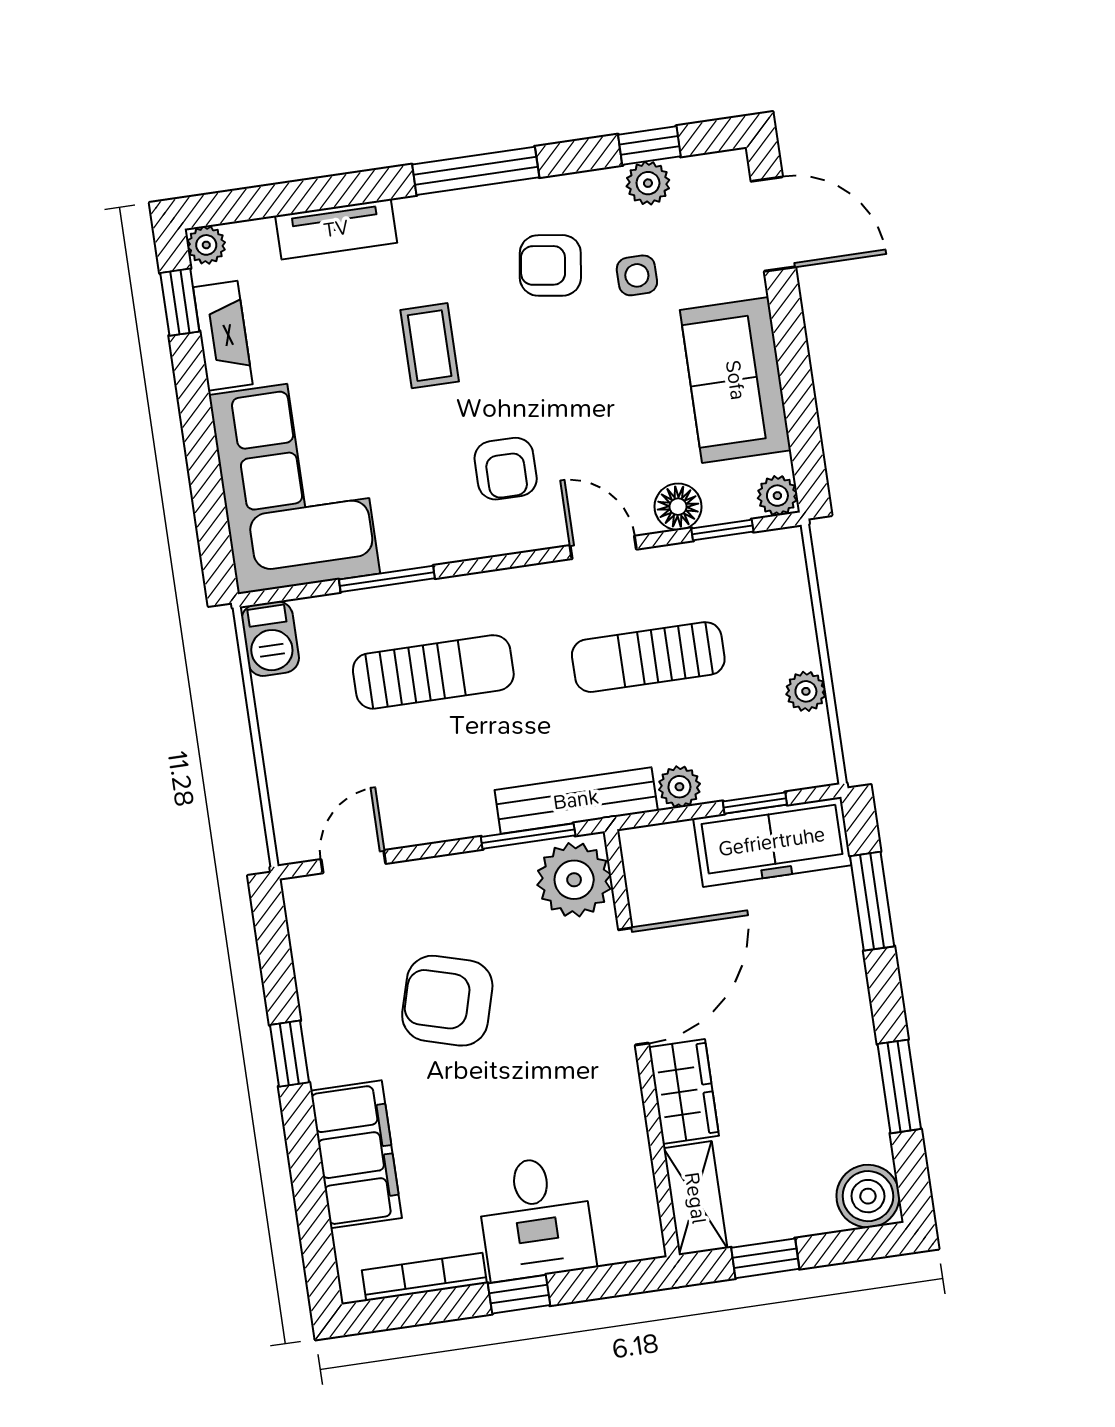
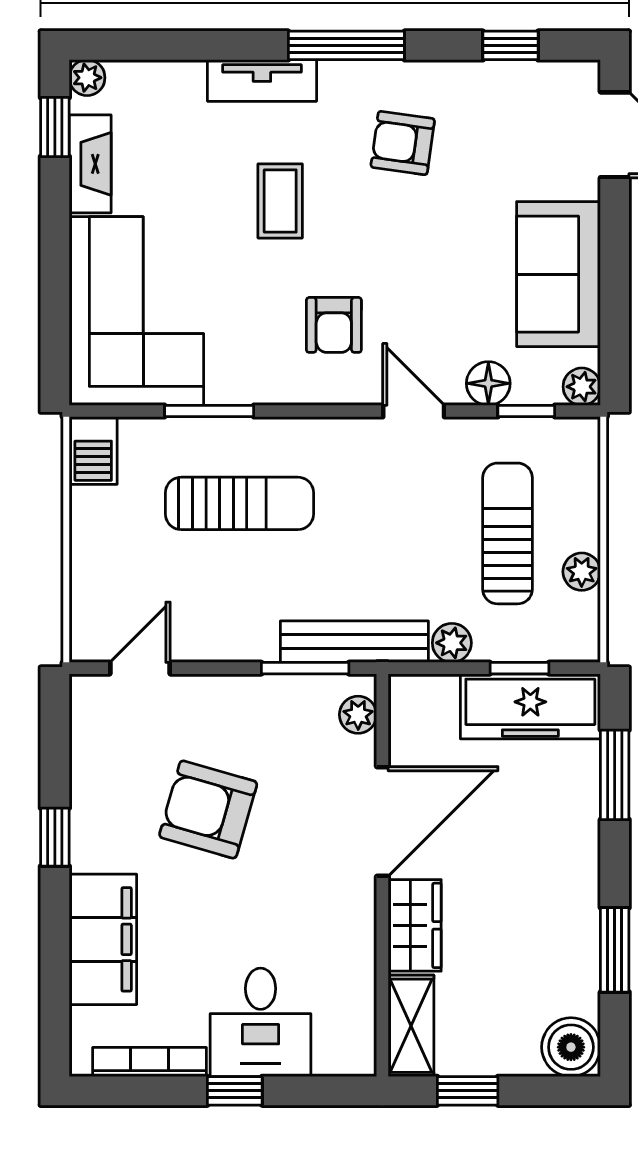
plant: (648, 183) -> (504, 80), removed
tv unit: (336, 229) -> (262, 81), moved
side table: (637, 275) -> (481, 164), removed
sun lounger: (648, 657) -> (508, 533), moved, turned 90
plant: (574, 880) -> (358, 715), width x0.53, depth x0.53

